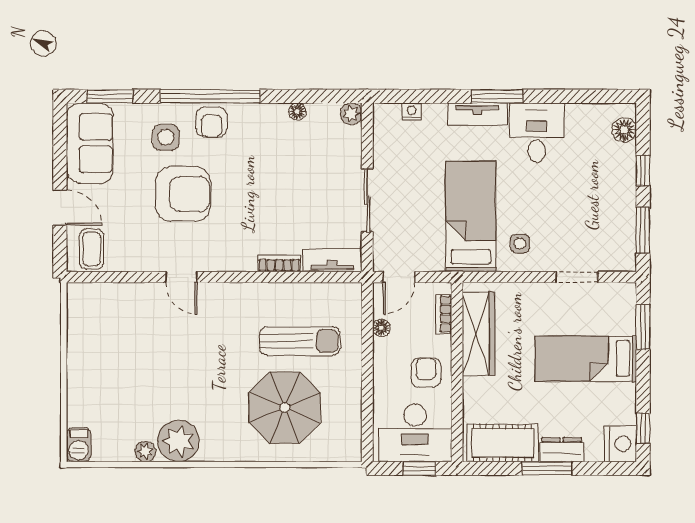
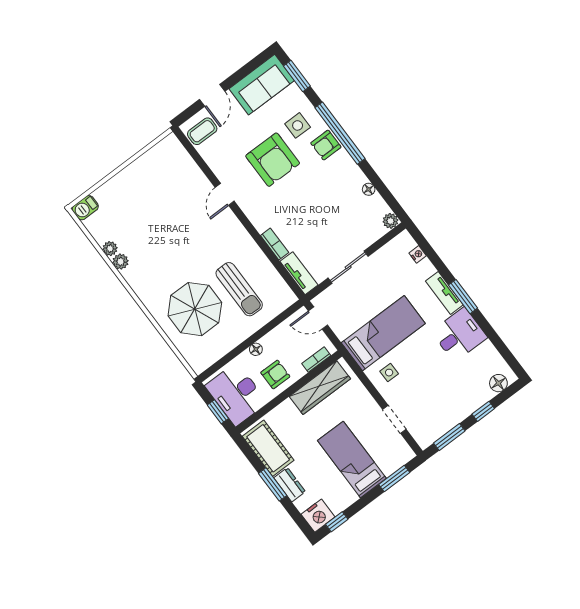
floor lamp: (381, 328) -> (256, 349), moved
plant: (178, 441) -> (121, 262), width x0.53, depth x0.53

